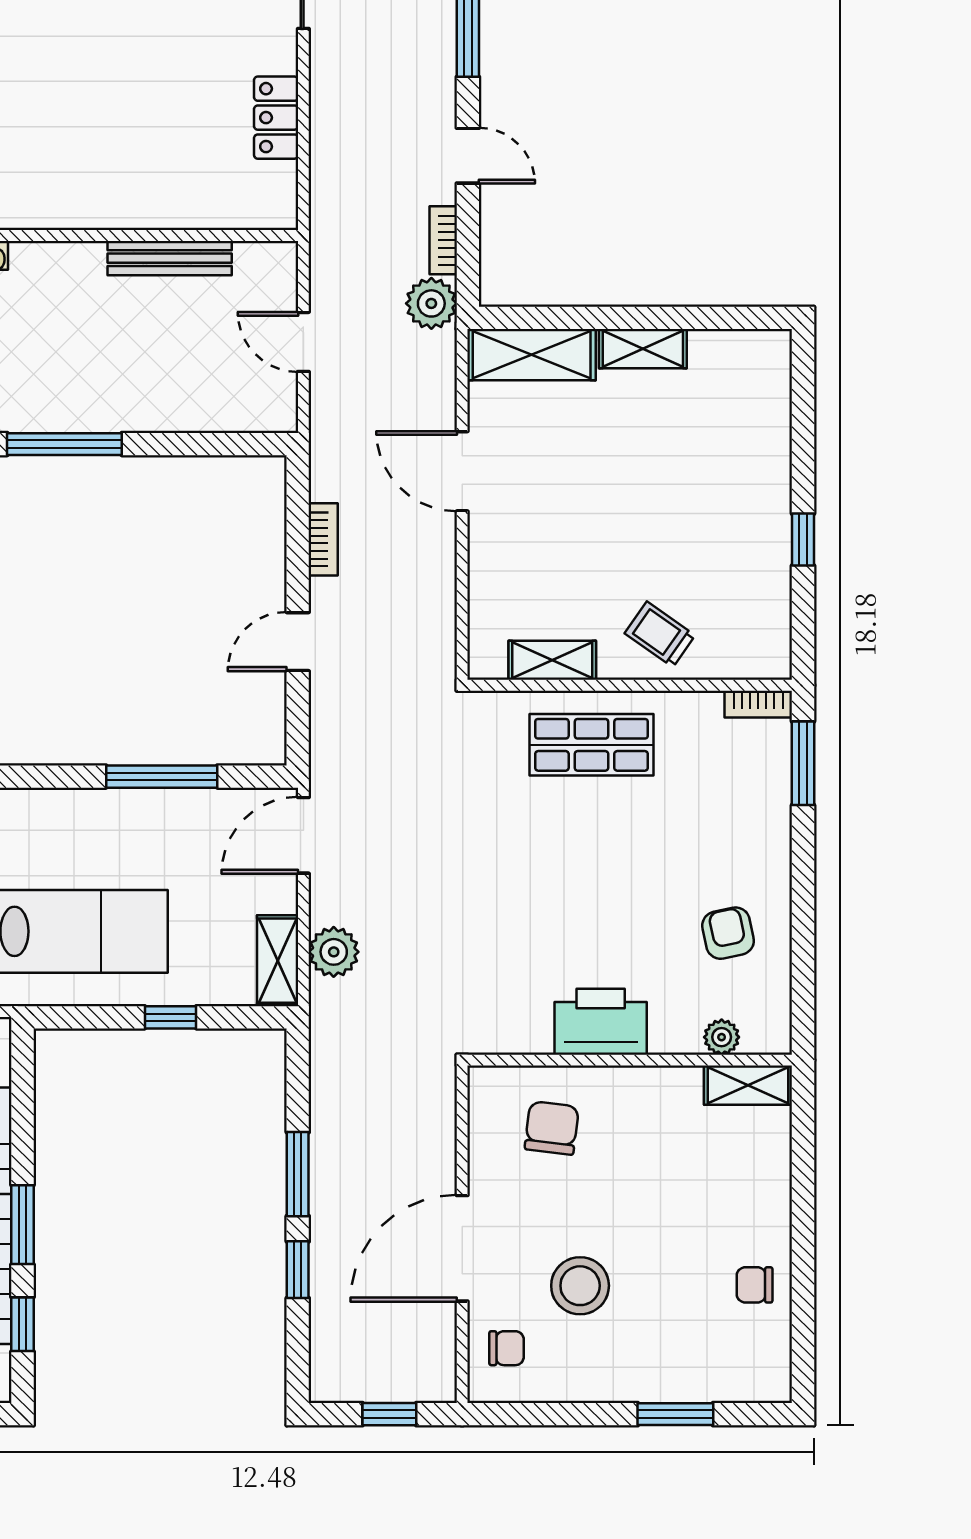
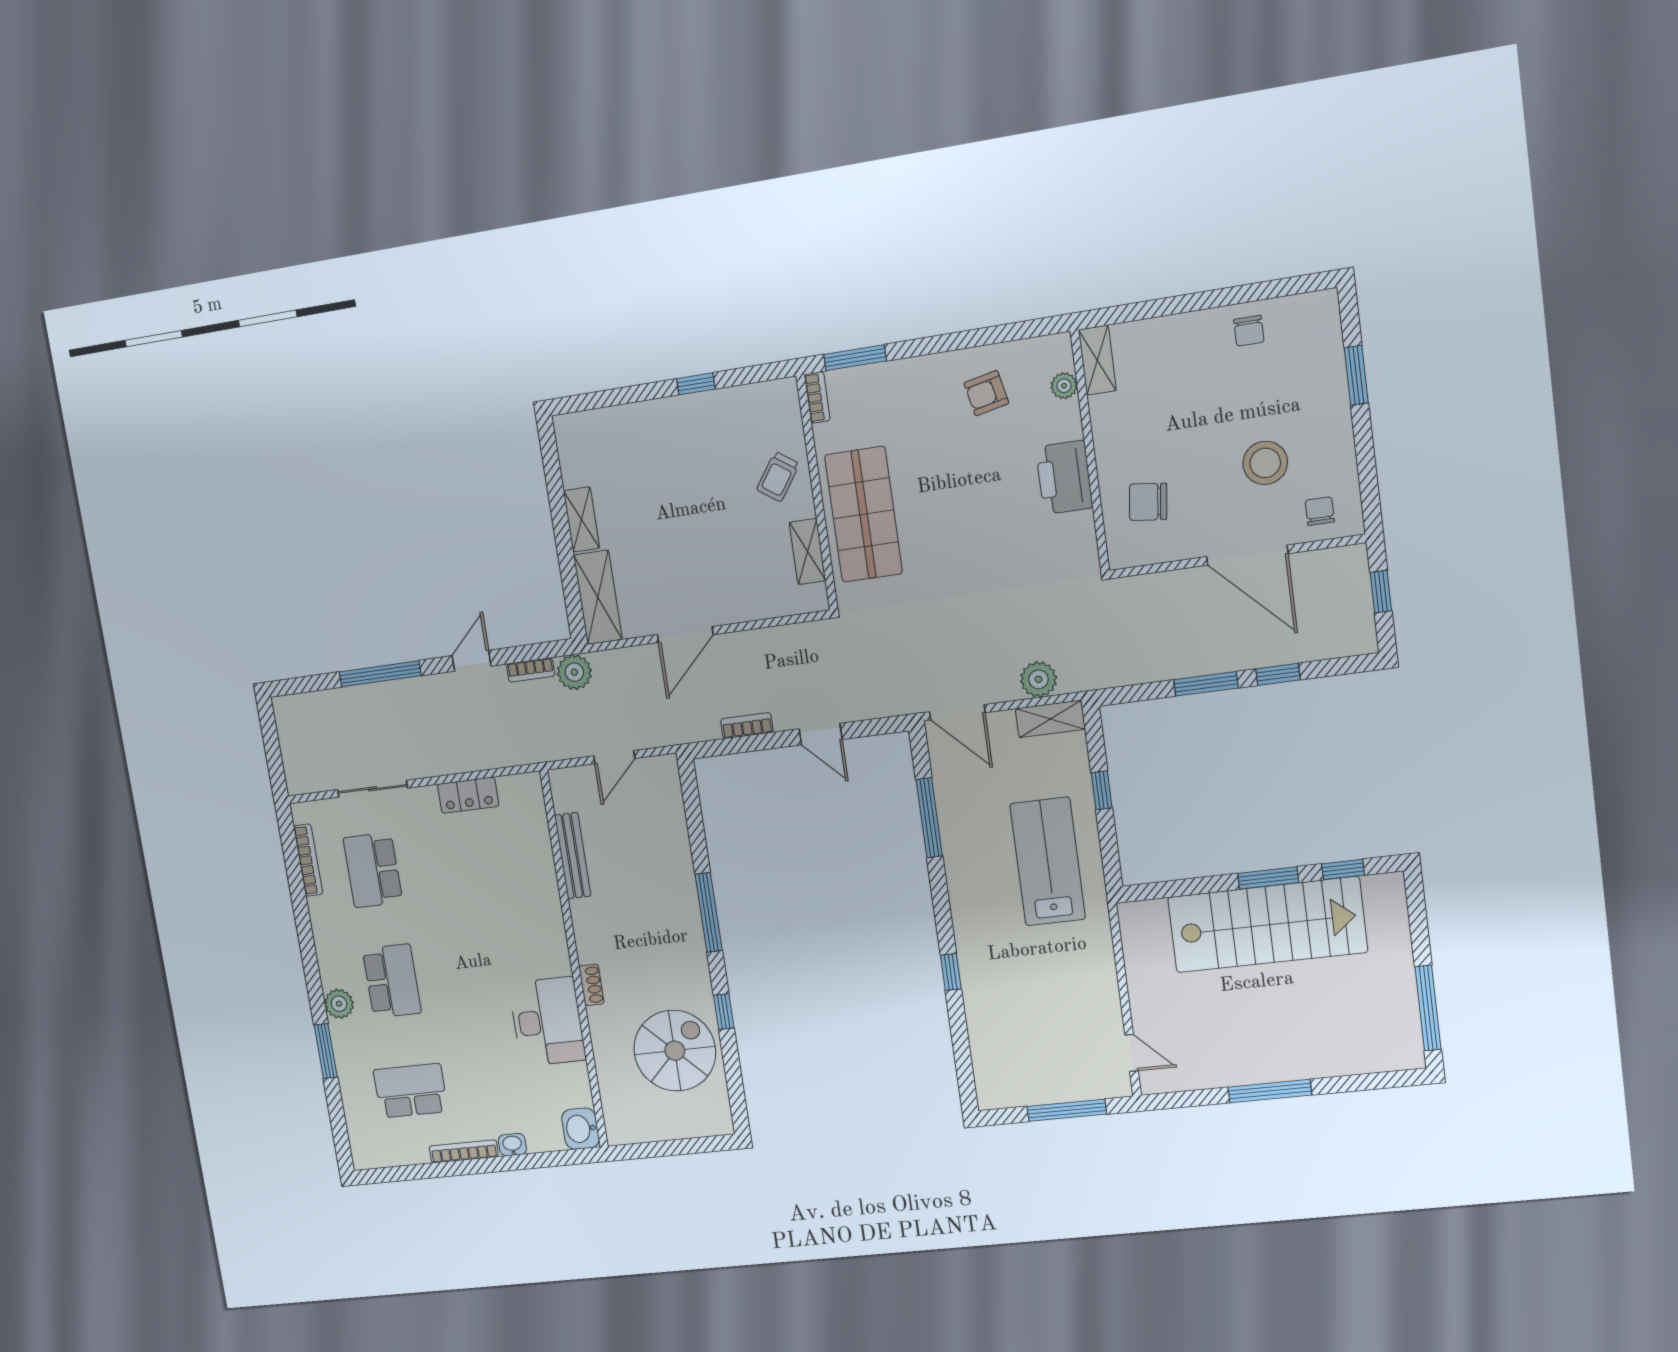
shop shelf: (591, 745) -> (864, 514), width x1.43, depth x1.36

